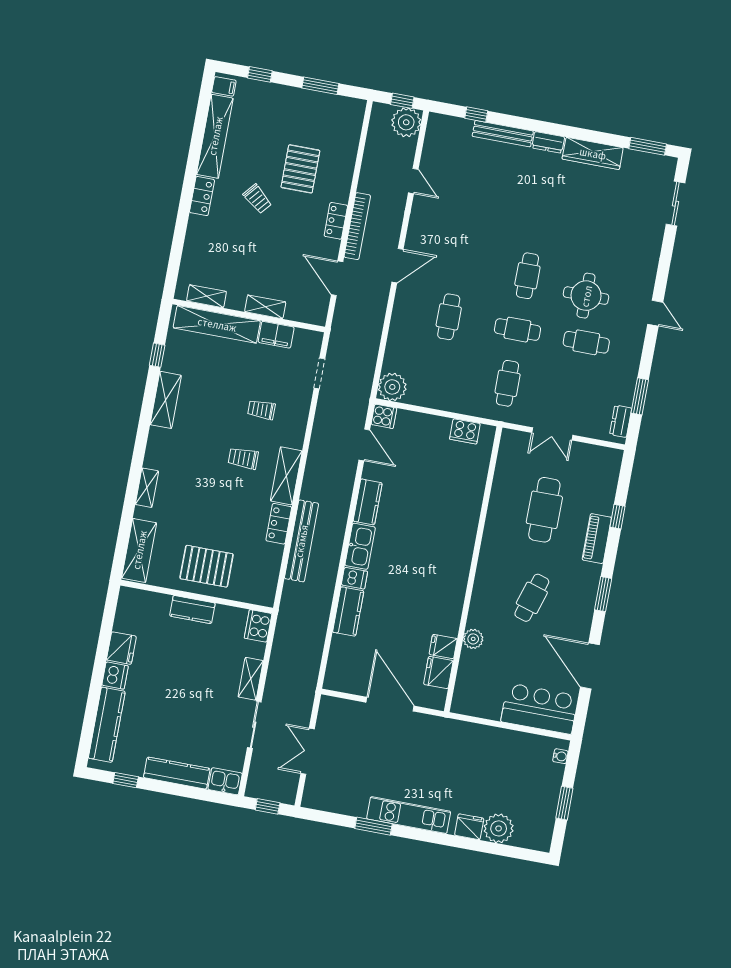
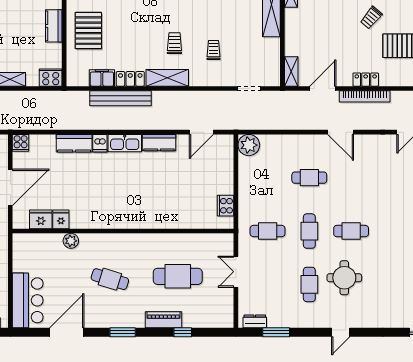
shelving: (265, 307) -> (291, 71), moved
filing cabinet: (276, 335) -> (102, 78), moved, turned 90
cooker: (384, 416) -> (21, 143), moved

